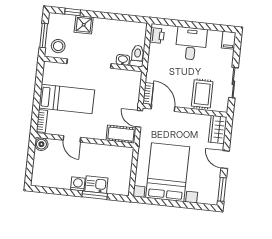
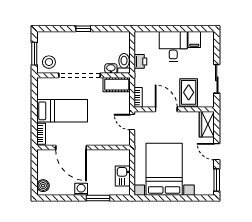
window: (73, 12) -> (83, 29), moved
shower: (84, 25) -> (71, 39), removed
printer: (157, 35) -> (140, 61), moved
filing cabinet: (229, 40) -> (194, 39), moved
door: (163, 108) -> (166, 109), moved
cot: (121, 134) -> (117, 85), moved
door: (72, 139) -> (71, 148), width x1.87
boiler: (41, 144) -> (43, 186), moved
kitchen sink: (96, 185) -> (123, 176), moved, turned -90

